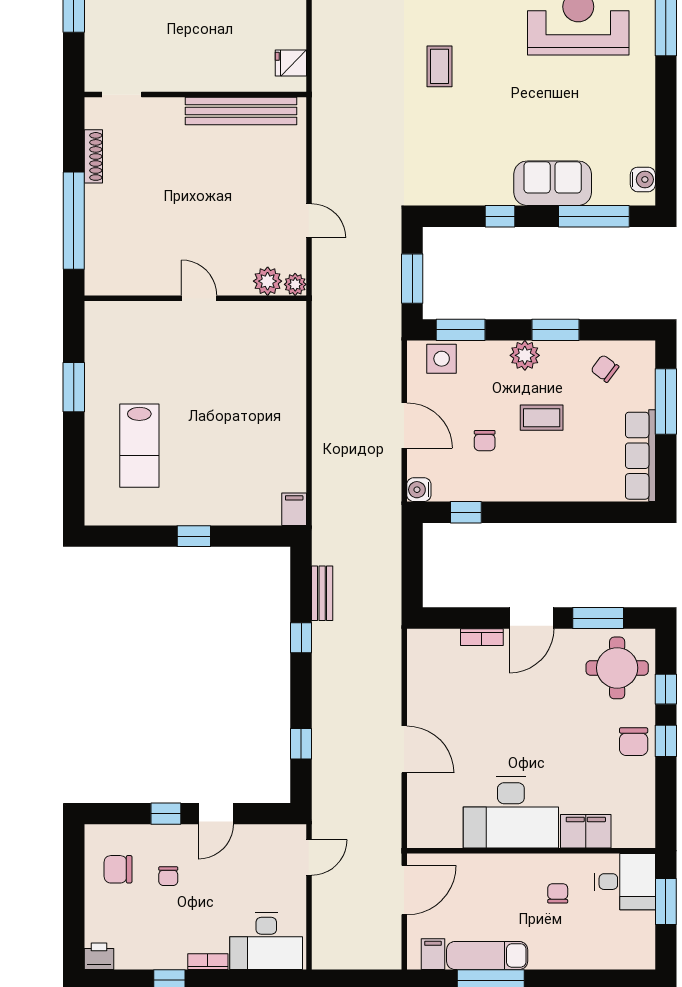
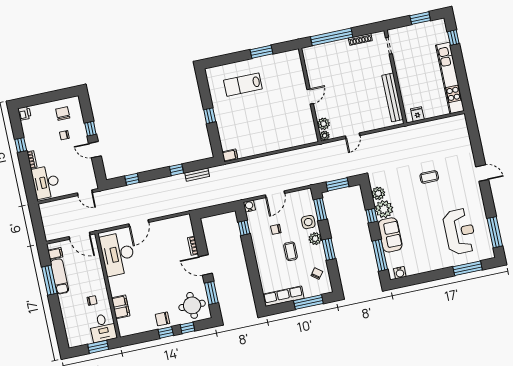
plant: (491, 185) -> (384, 209), added
plant: (452, 190) -> (378, 193), added
side table: (442, 359) -> (308, 222), moved
desk: (511, 812) -> (118, 254), moved

